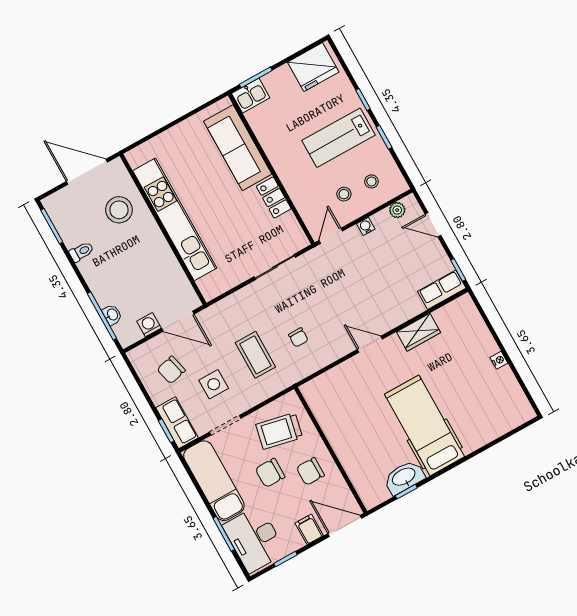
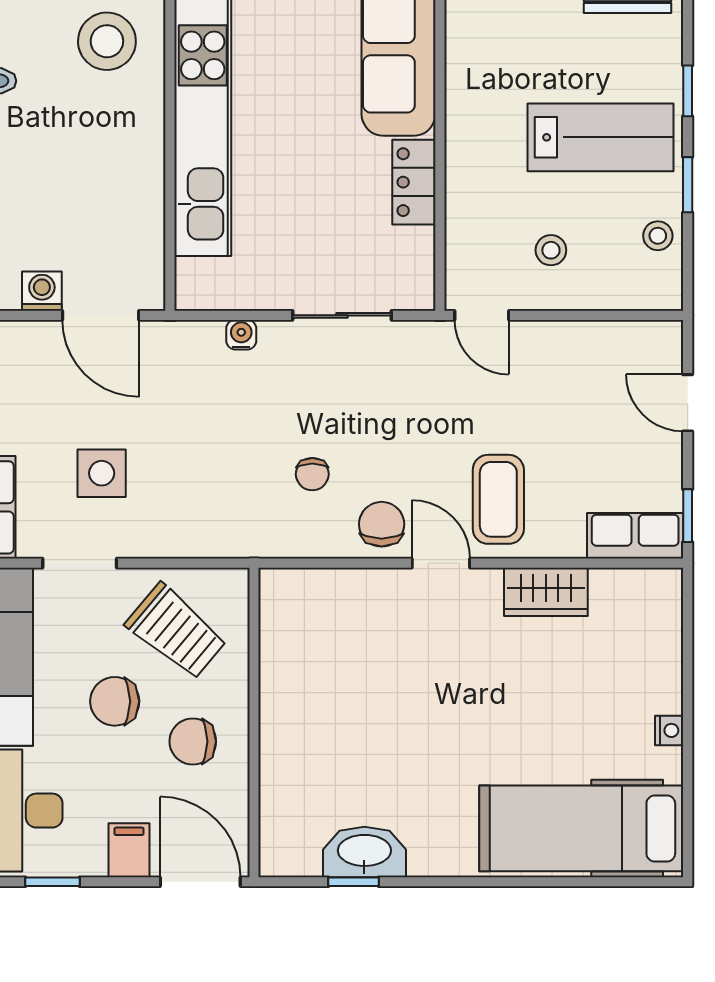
lab bench: (338, 138) -> (601, 137), turned 180
stool: (371, 181) -> (658, 236), moved
plant: (397, 210) -> (635, 337), removed
water cooler: (366, 226) -> (241, 335), moved
door: (331, 236) -> (482, 315), swing flipped
coffee table: (255, 355) -> (498, 499), moved
chair: (171, 370) -> (382, 524), moved, turned 104
hospital bed: (424, 425) -> (581, 828), moved, turned -90
trolley: (279, 431) -> (176, 631), turned -152

